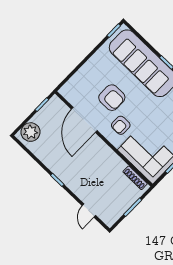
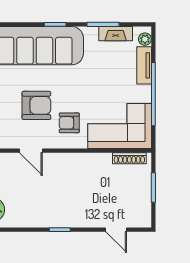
door: (84, 120) -> (31, 151), width x0.53
armchair: (121, 125) -> (69, 123), turned 90

